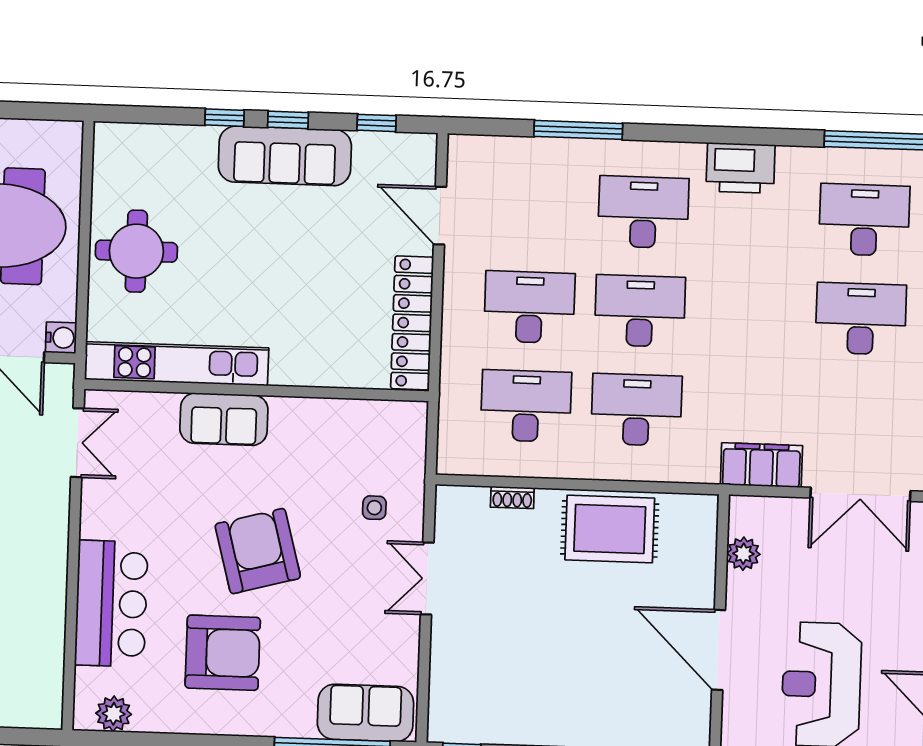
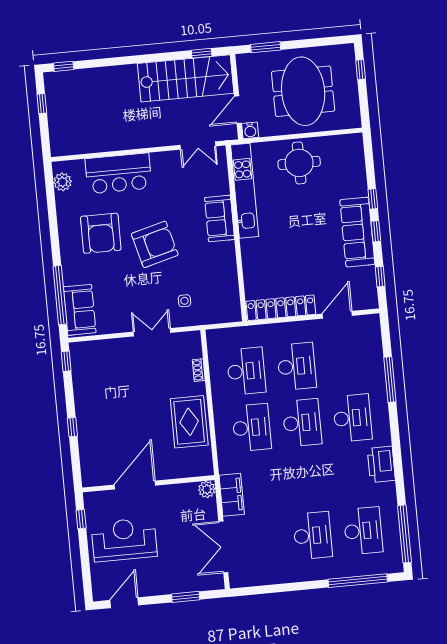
plant: (743, 554) -> (207, 489), moved

